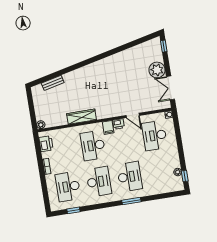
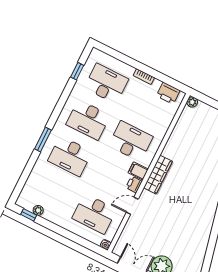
wardrobe: (81, 117) -> (158, 175), moved
desk: (155, 136) -> (94, 214), turned 180

